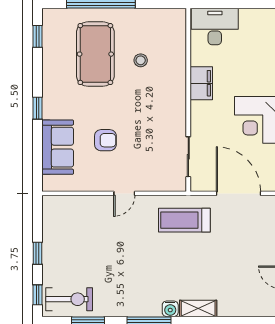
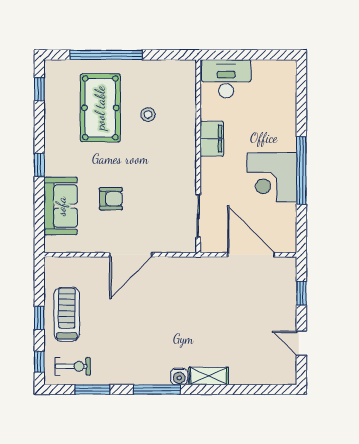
door: (124, 193) -> (131, 255), width x1.87
treadmill: (184, 220) -> (67, 314), moved, turned 90
exercise bike: (69, 299) -> (73, 366), width x0.73, depth x0.72

